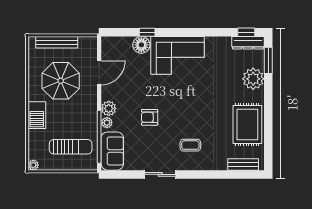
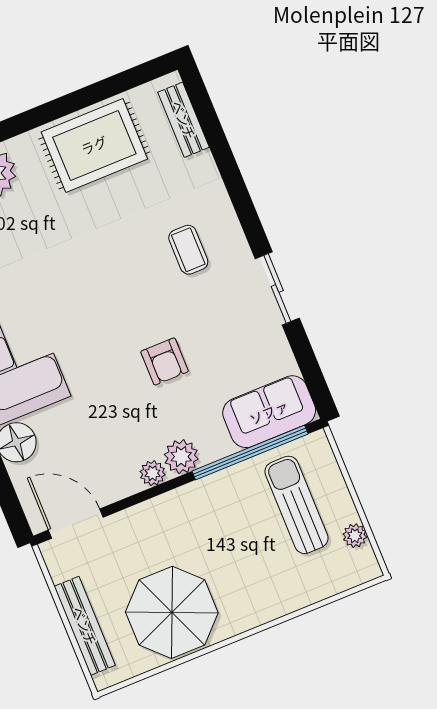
door: (99, 73) -> (76, 524), moved
parasol: (61, 81) -> (172, 612), moved
barbecue: (37, 115) -> (258, 605), removed
plant: (107, 123) -> (153, 473), moved
plant: (33, 165) -> (355, 536), moved

